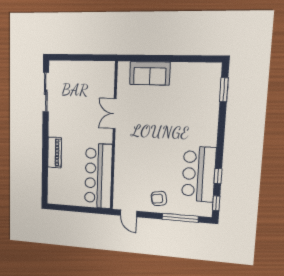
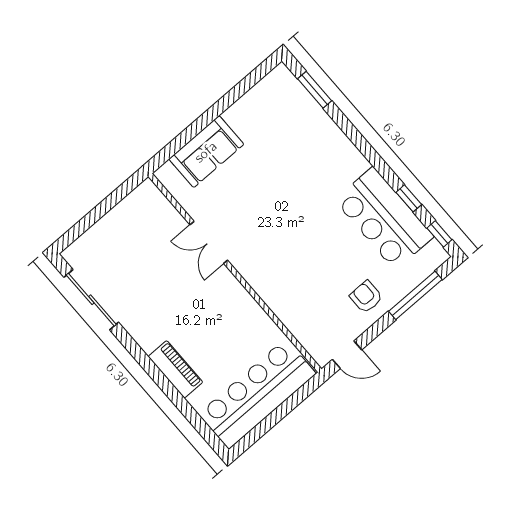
bar counter: (98, 176) -> (257, 394), moved, turned 90
armchair: (159, 199) -> (366, 297), turned 99

